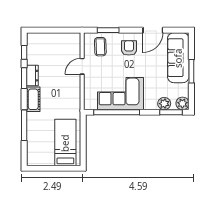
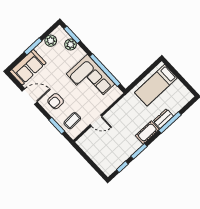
sofa: (178, 58) -> (28, 67), width x0.73
dresser: (32, 76) -> (163, 119), moved
plant: (182, 103) -> (51, 41), moved

